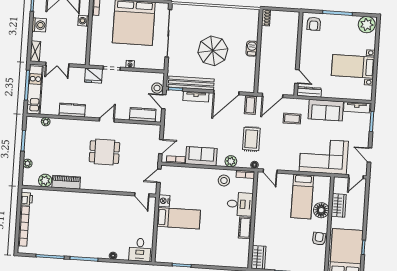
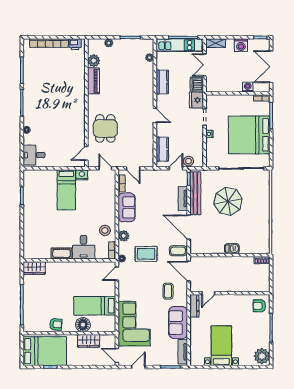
parasol: (213, 51) -> (228, 201), moved
dishwasher: (77, 74) -> (197, 84), added
dining table: (104, 152) -> (105, 128), moved

